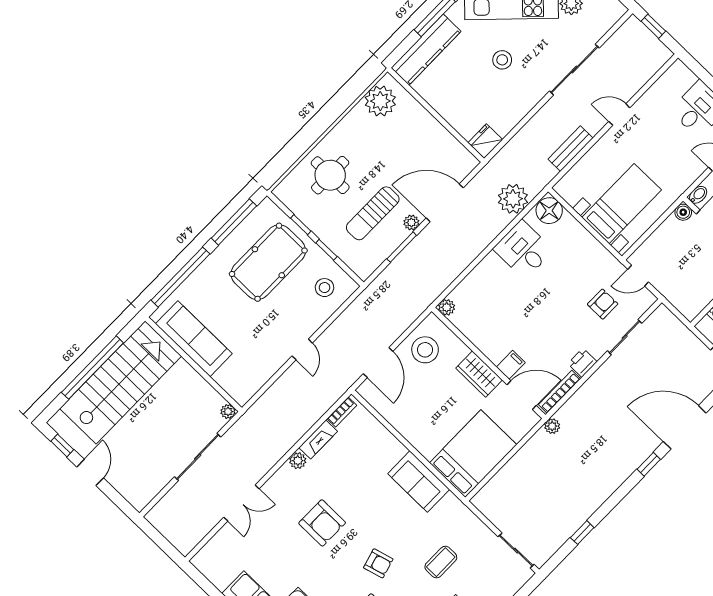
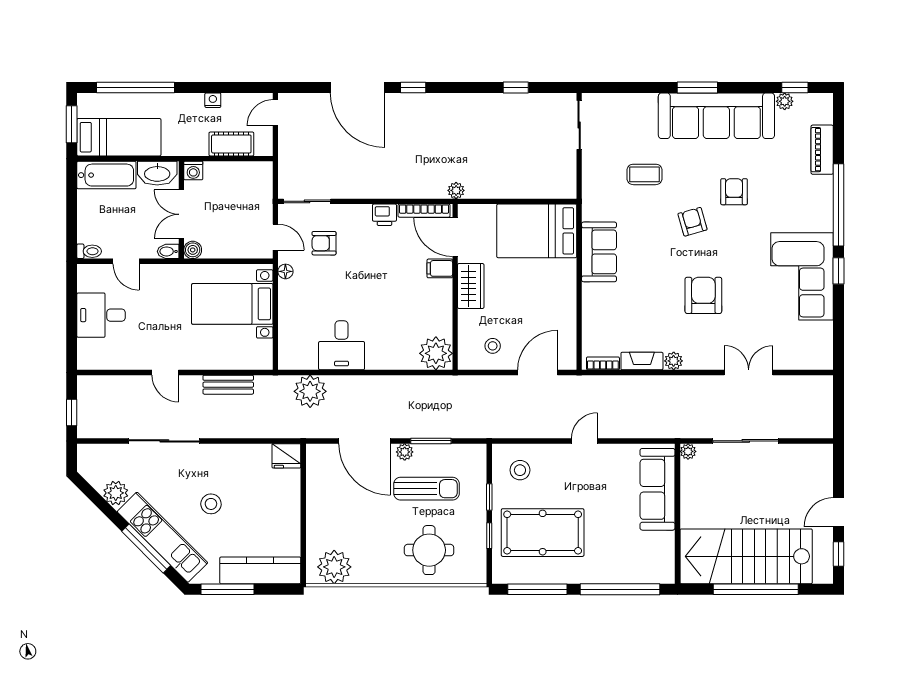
floor lamp: (549, 211) -> (285, 271), moved, width x0.53, depth x0.53
plant: (447, 307) -> (436, 353), width x1.87, depth x1.87
sliding door: (625, 337) -> (307, 201), moved
sofa: (194, 339) -> (658, 489), moved
stool: (425, 350) -> (493, 346), width x0.53, depth x0.53

